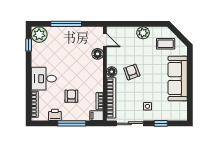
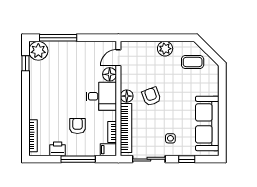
window: (66, 24) -> (58, 38), moved
door: (105, 40) -> (118, 58), swing flipped
desk: (44, 79) -> (101, 96), moved, turned 180
sofa: (178, 79) -> (207, 123), moved

